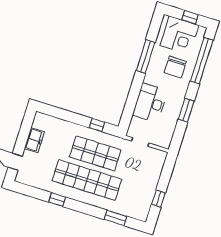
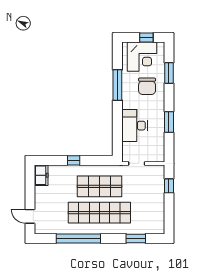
window: (202, 61) -> (169, 73), width x0.47
window: (97, 125) -> (74, 160), moved
freezer: (34, 140) -> (41, 175), moved
window: (158, 199) -> (169, 186), moved
window: (57, 200) -> (78, 239), width x3.17

